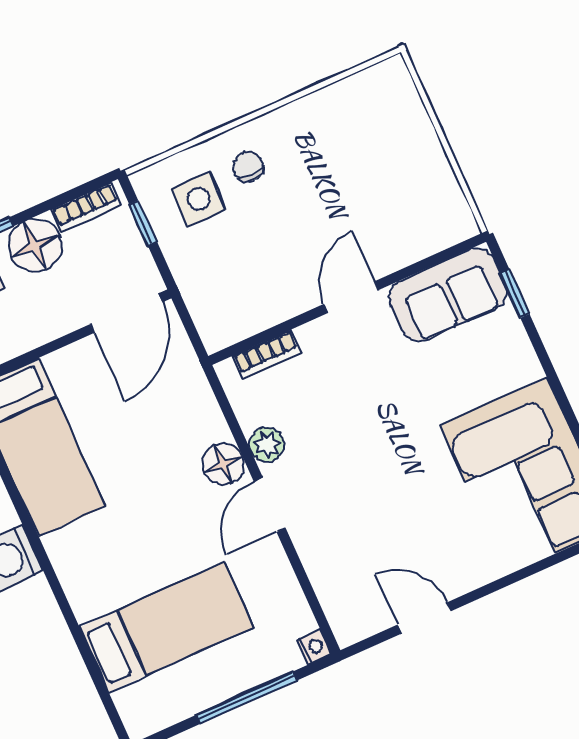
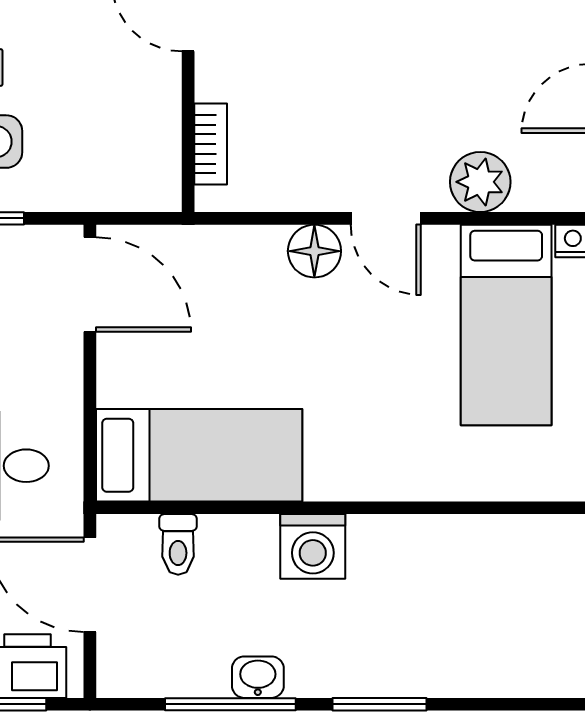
plant: (267, 445) -> (480, 182), moved, width x1.38, depth x1.38
bed: (166, 627) -> (506, 325), moved, turned 180

